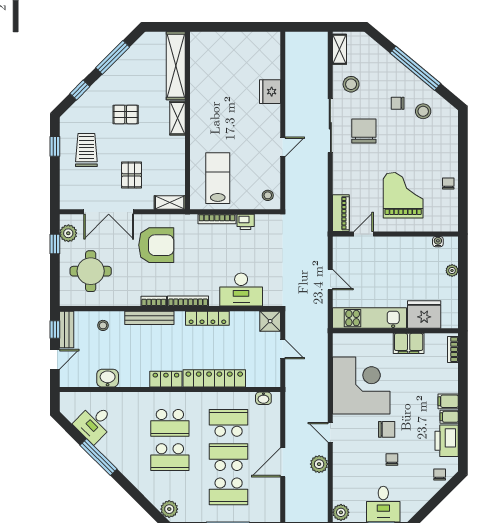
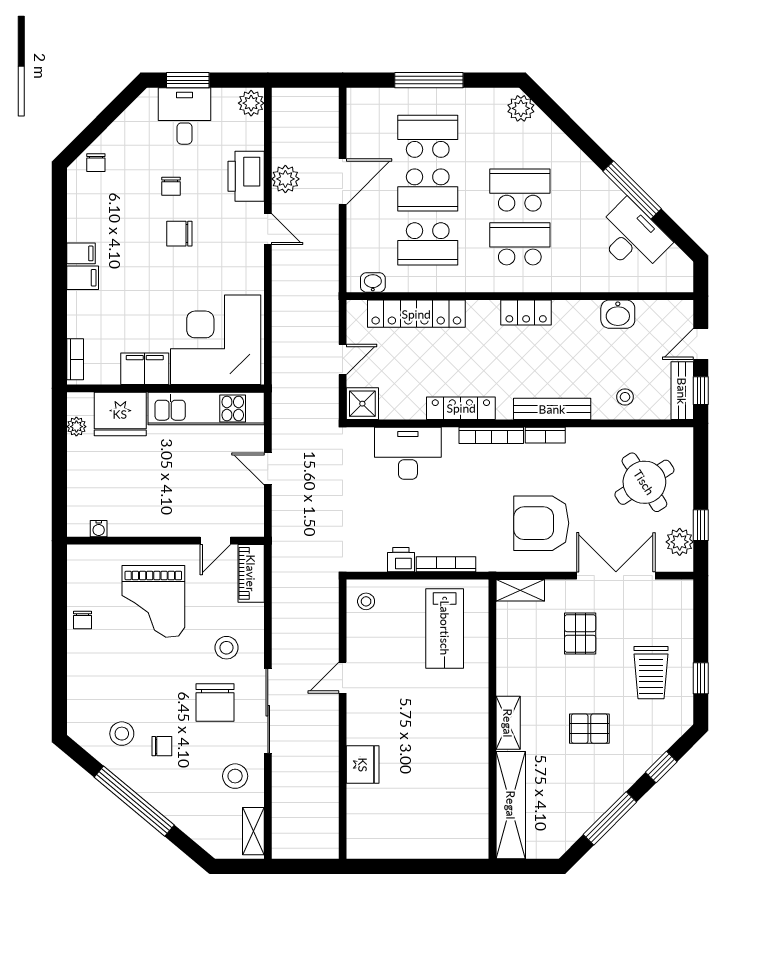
stool: (357, 166) -> (226, 648), added
round table: (91, 271) -> (644, 482), turned -33
plant: (452, 271) -> (76, 427), moved
door: (283, 349) -> (343, 360), swing flipped
locker: (214, 378) -> (416, 314), moved
corner desk: (361, 385) -> (216, 340), moved, turned 90
desk: (94, 423) -> (632, 237), width x1.37
printer: (447, 441) -> (246, 176), moved, turned 180

